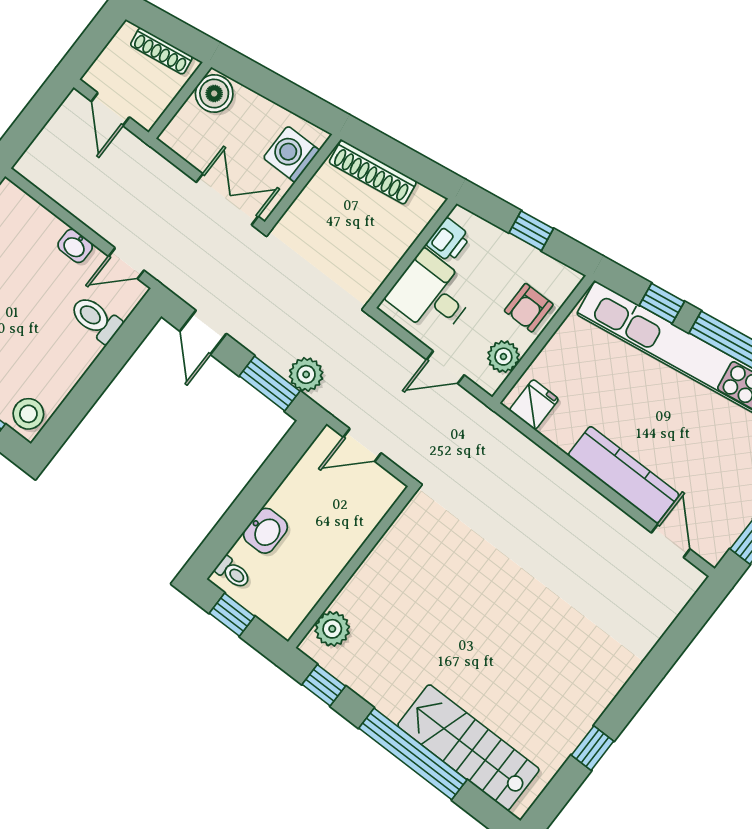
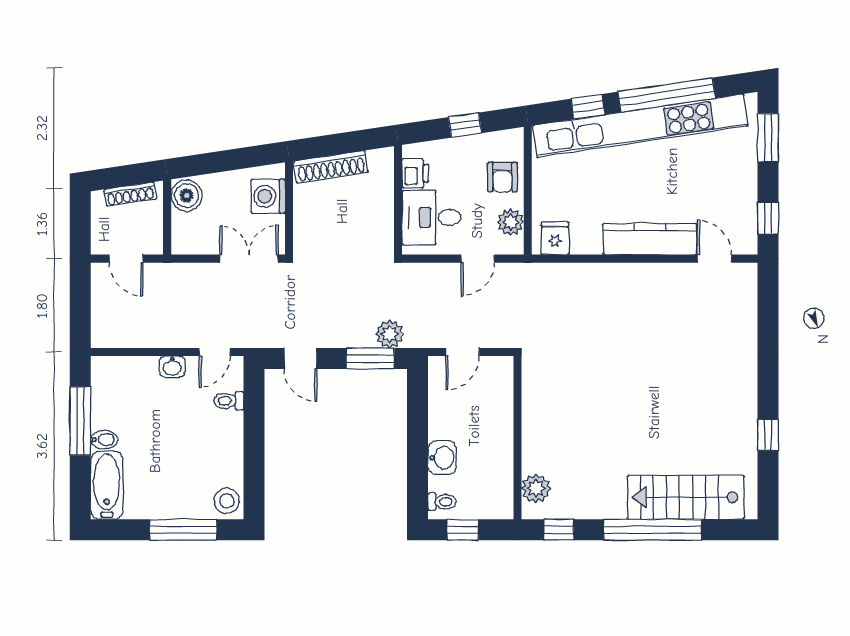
toilet: (96, 319) -> (229, 401), width x0.73, depth x0.72

